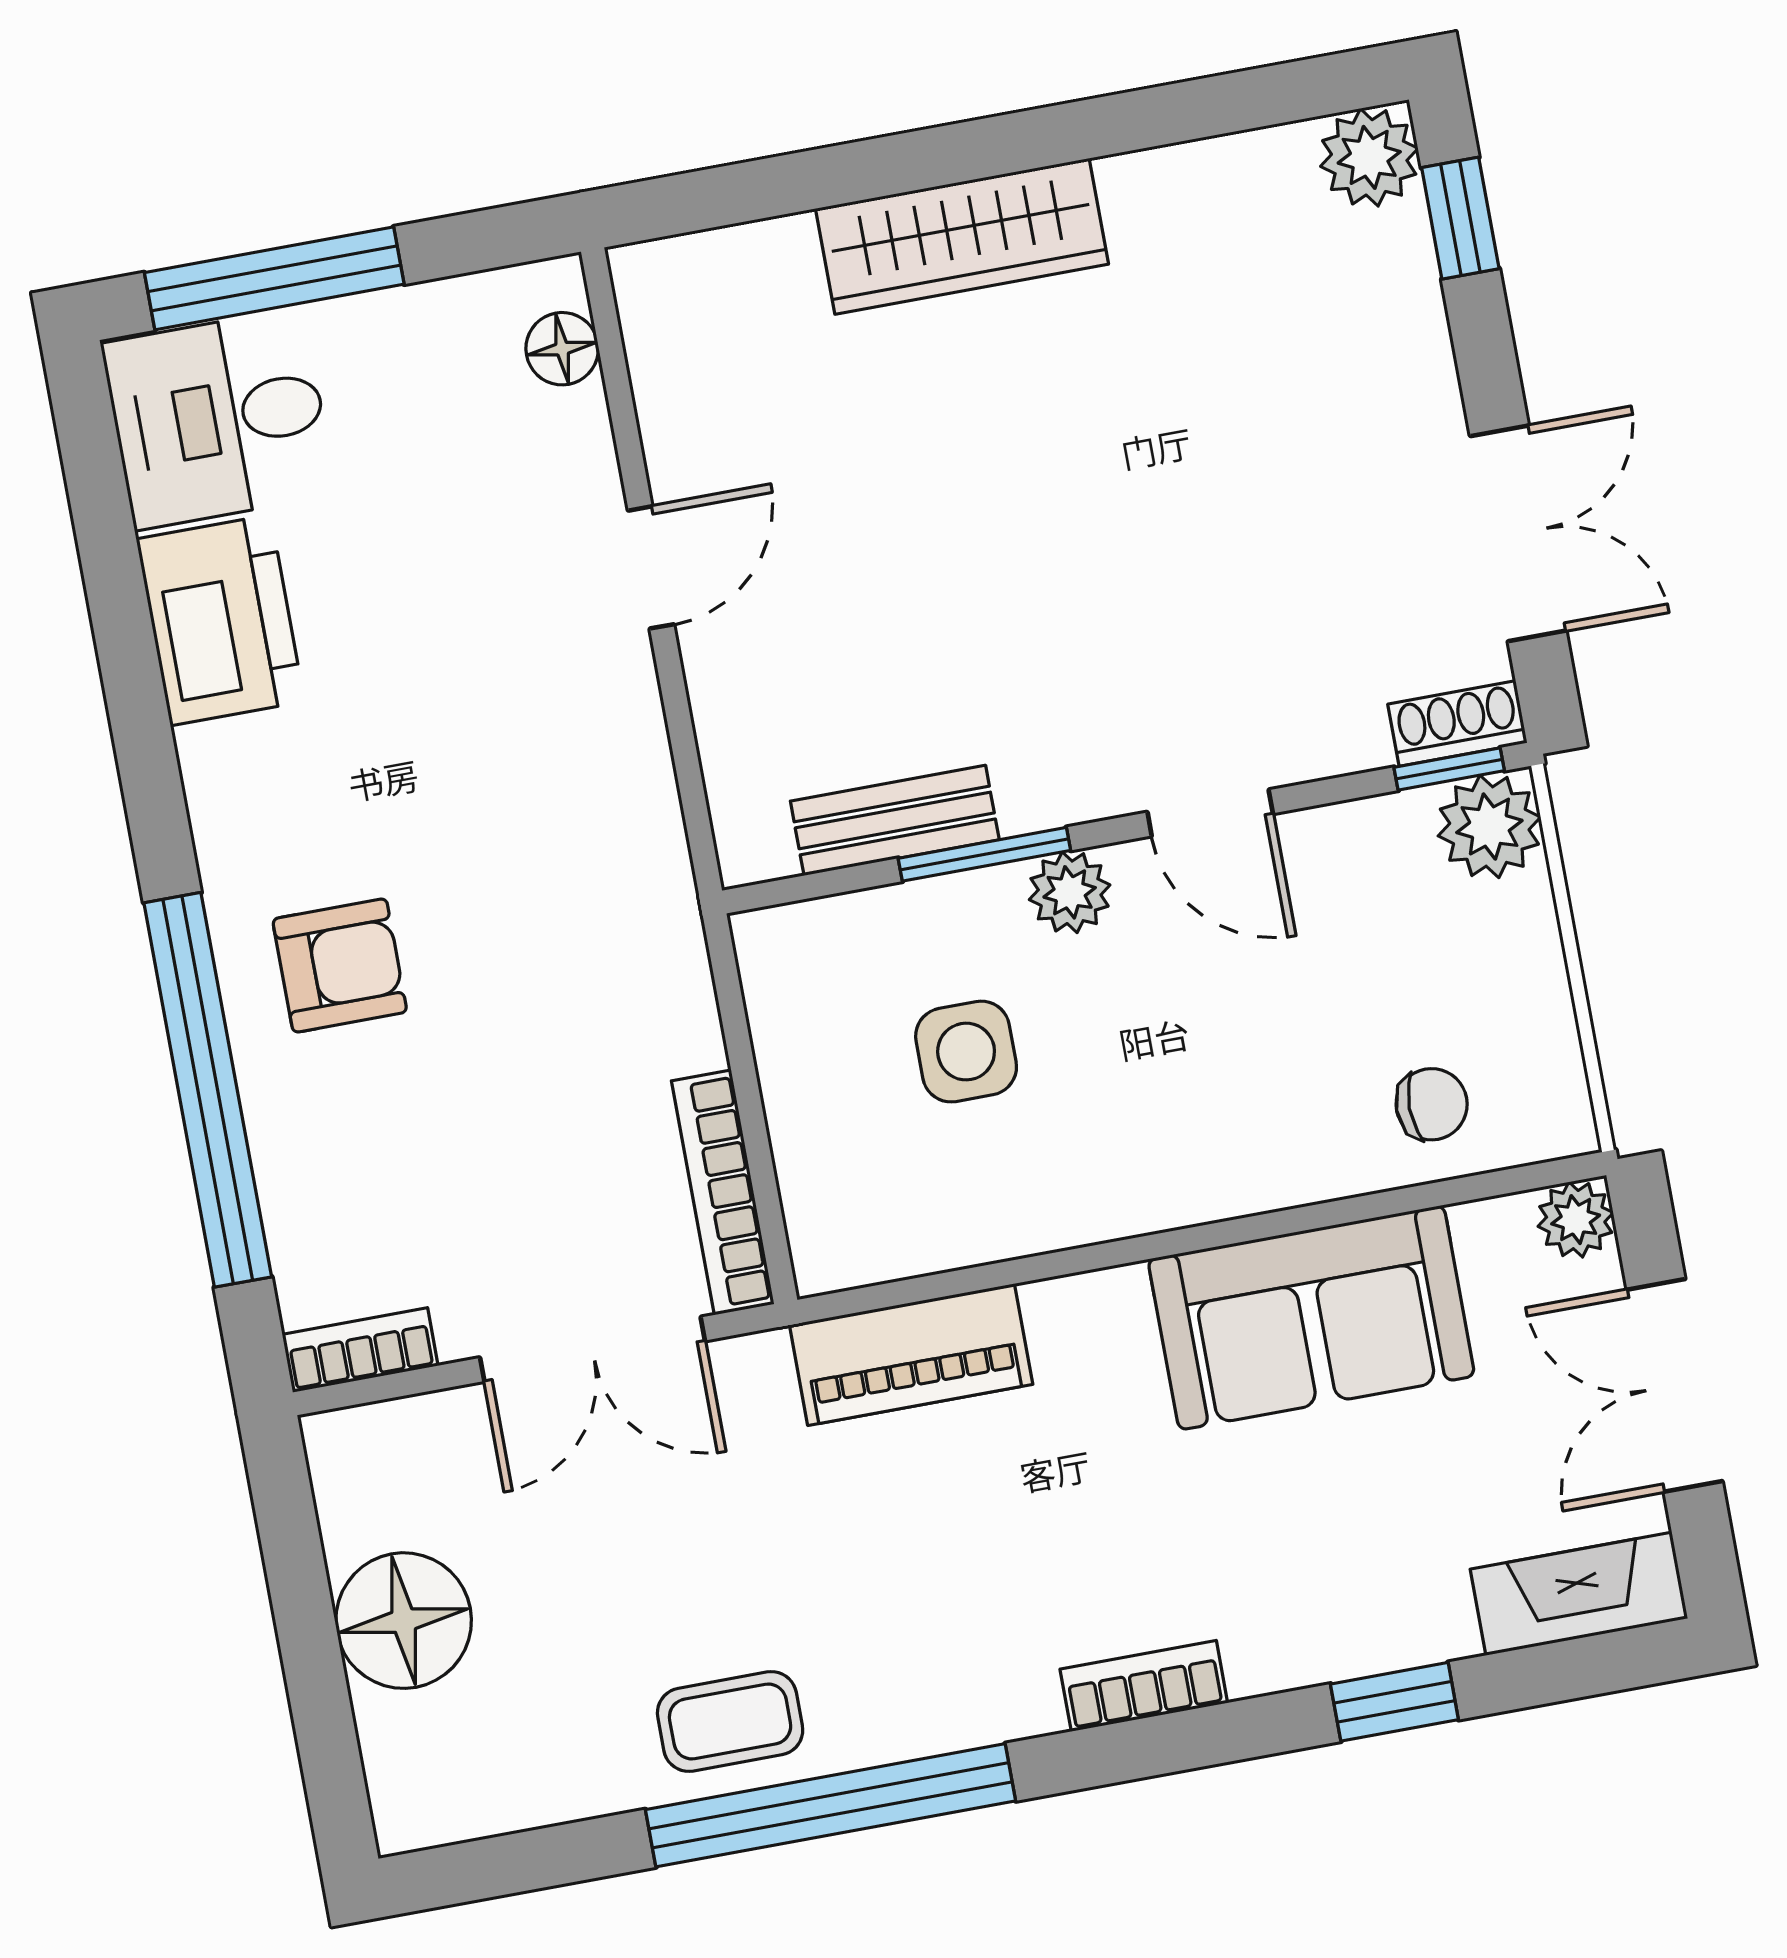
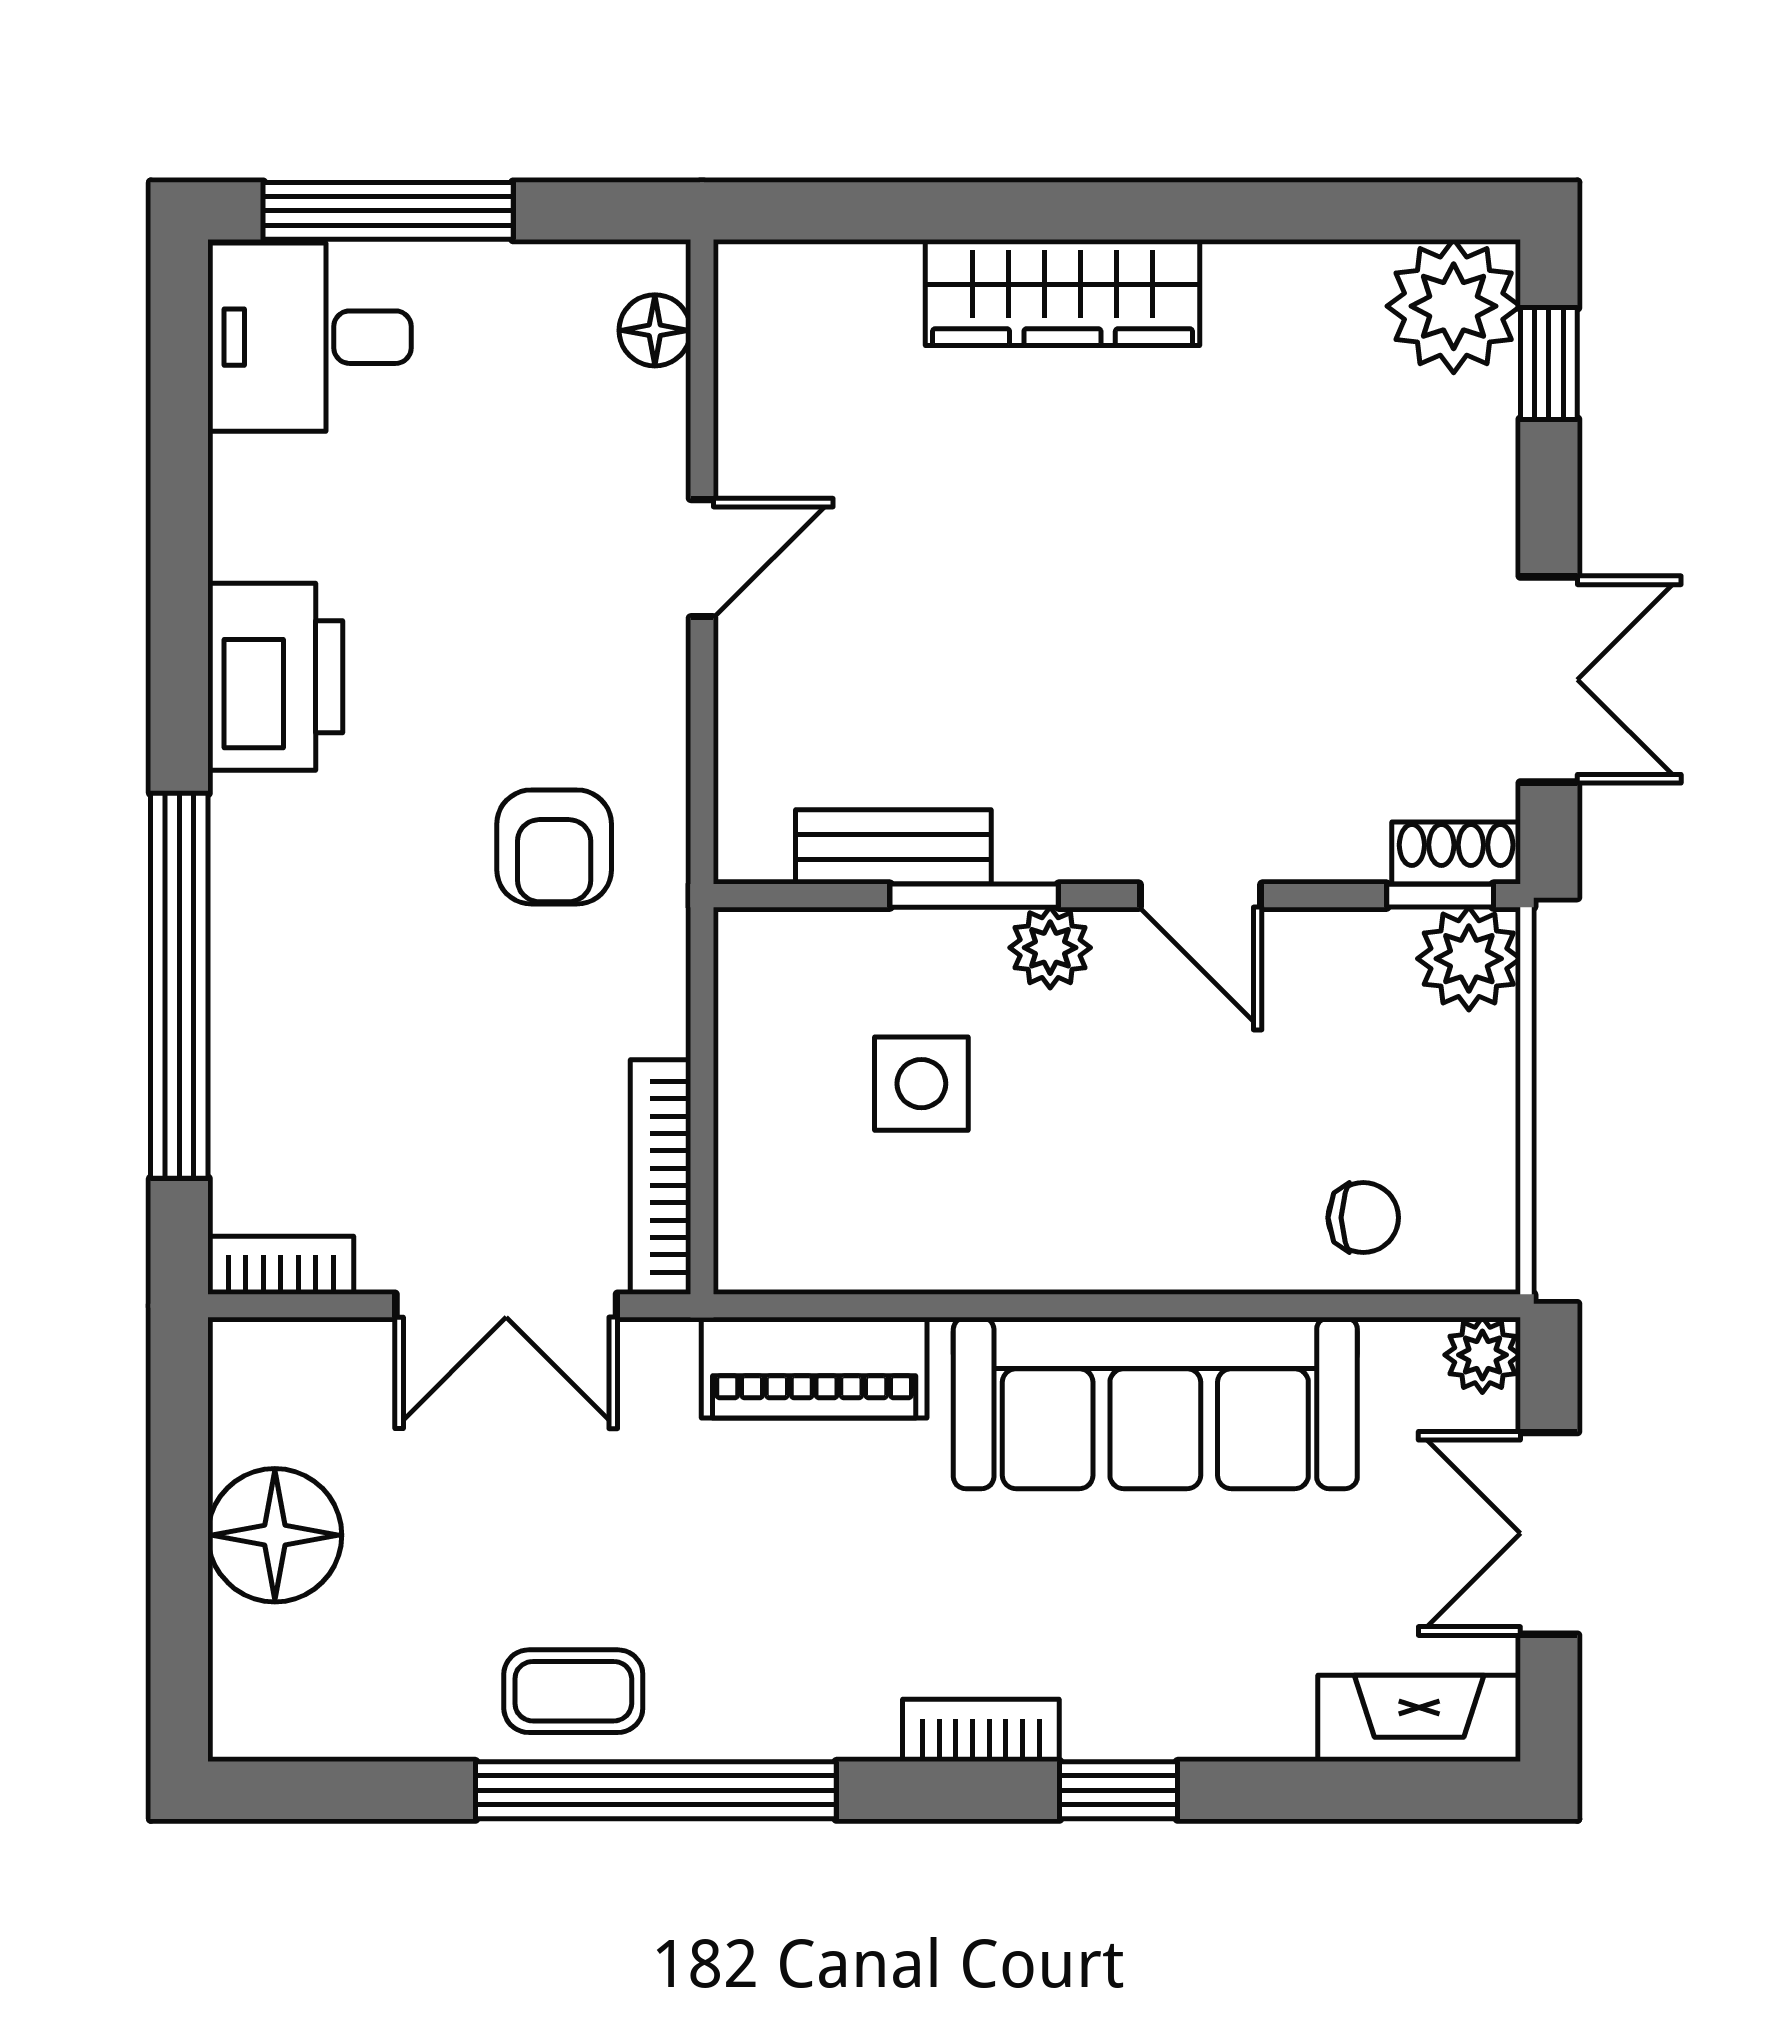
plant: (1369, 157) -> (1454, 306), width x1.36, depth x1.36
printer: (220, 620) -> (275, 677), moved
armchair: (340, 966) -> (554, 847), moved, turned 90
sofa: (1311, 1318) -> (1155, 1403), width x1.36
window: (1394, 1702) -> (1119, 1790), moved

